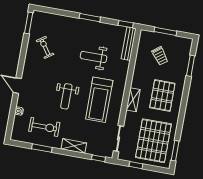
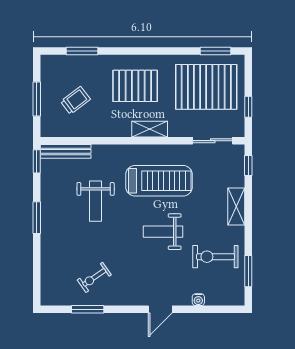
window: (29, 23) -> (88, 309), moved
weight bench: (66, 96) -> (163, 232), turned 180
exercise bike: (44, 127) -> (215, 257), turned -90
window: (42, 148) -> (248, 271), moved

